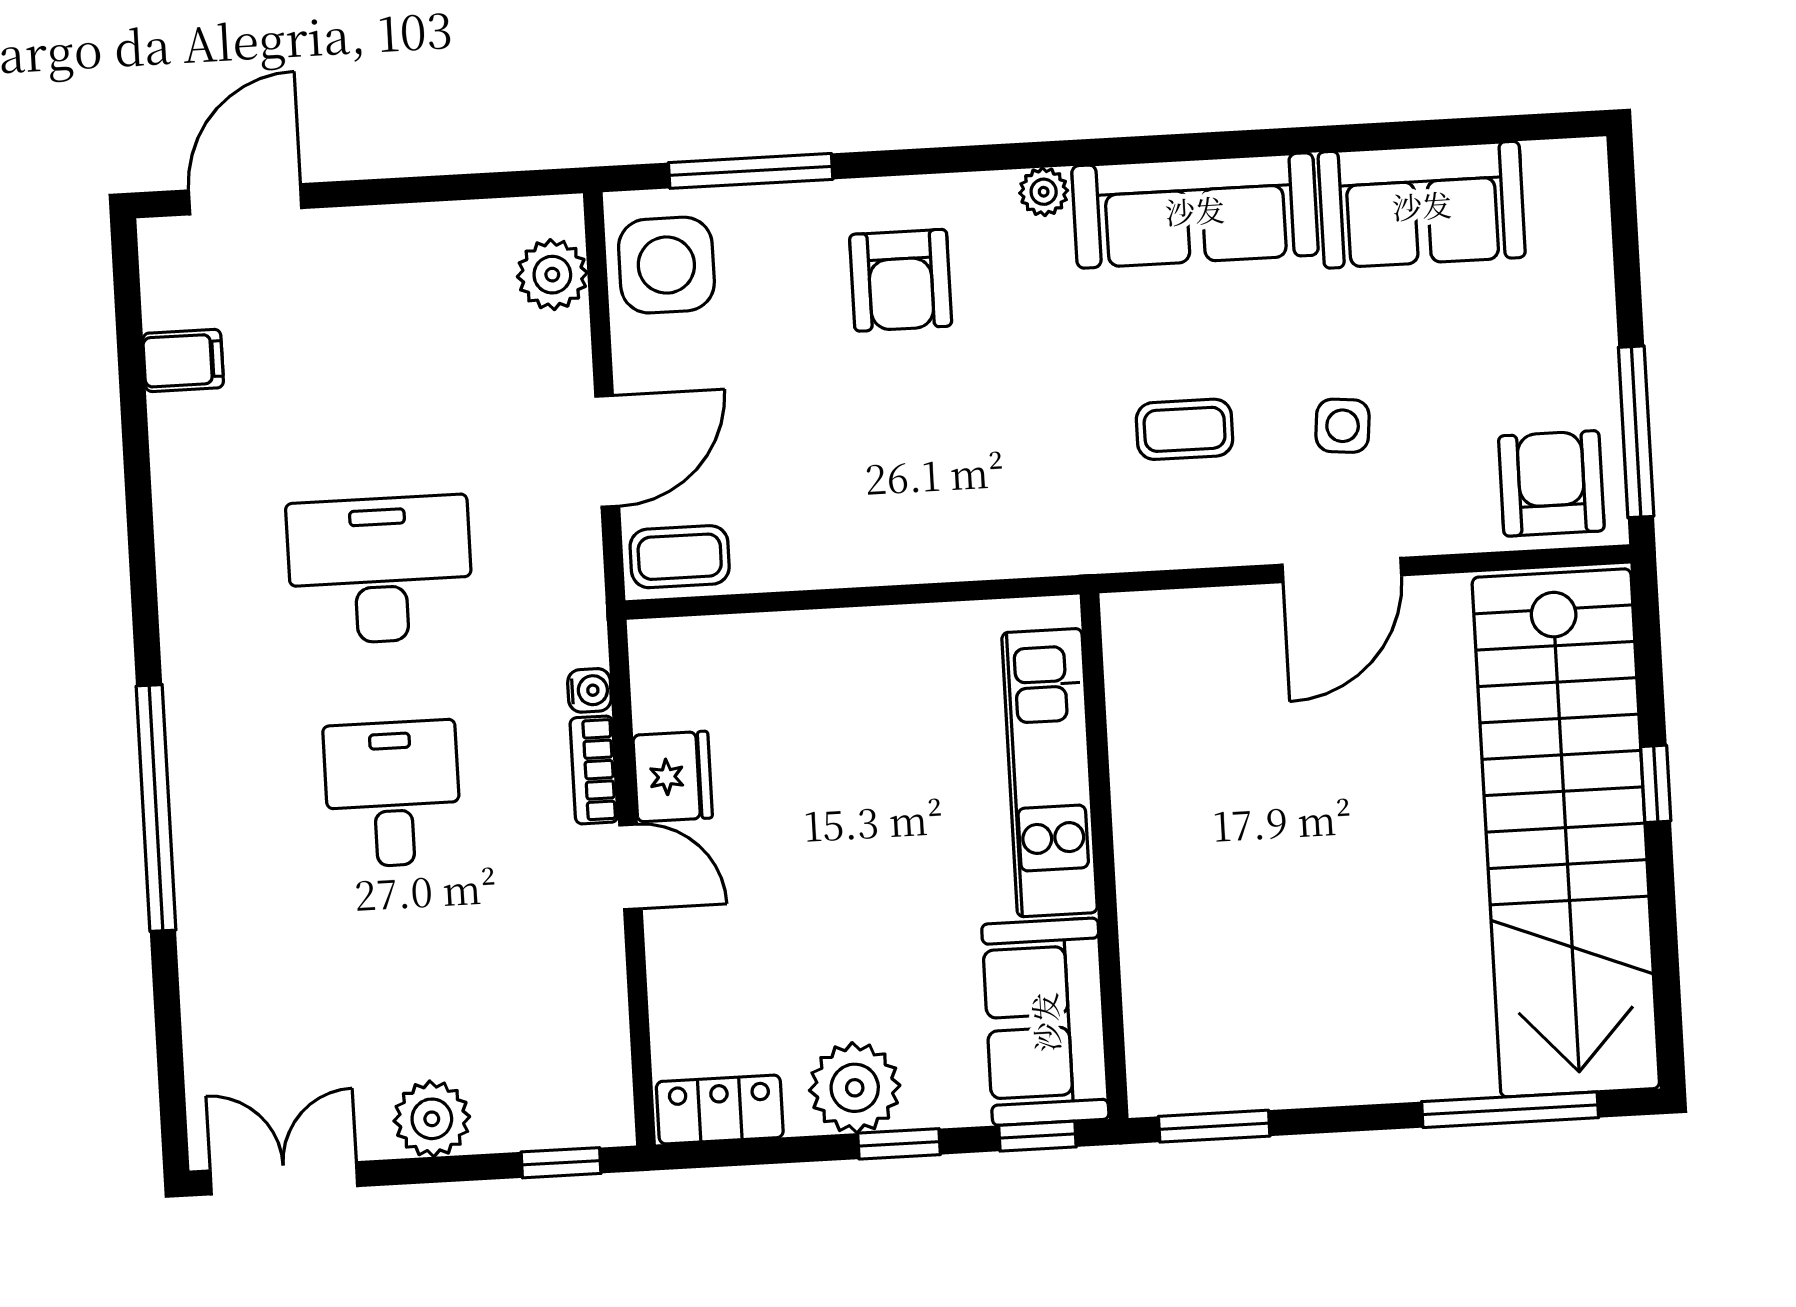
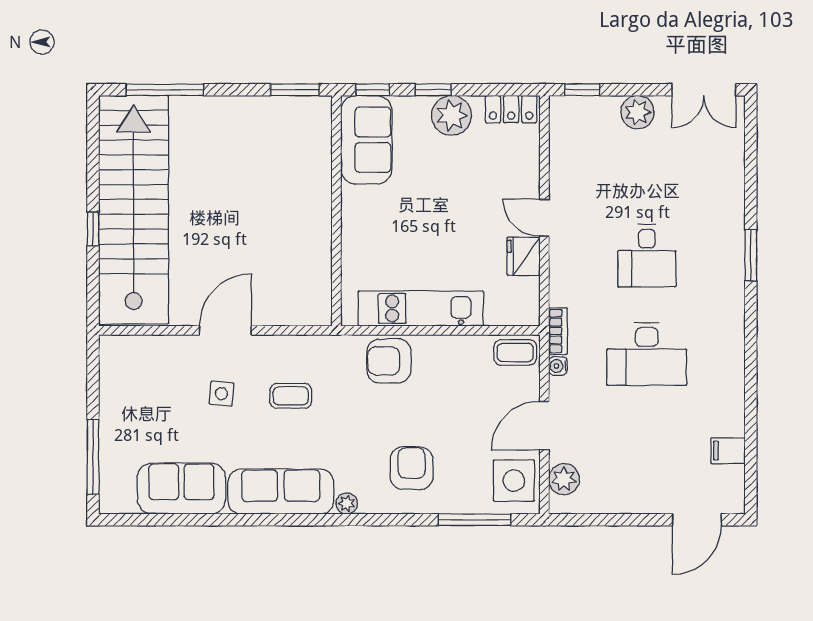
window: (1636, 432) -> (93, 457), moved
door: (607, 451) -> (544, 426), moved
armchair: (1551, 483) -> (389, 361), moved, turned 90
water cooler: (589, 690) -> (558, 366), moved
bookcase: (594, 770) -> (558, 331), moved
kitchen unit: (1050, 773) -> (421, 309), moved, turned -90
window: (156, 808) -> (751, 255), width x0.47

